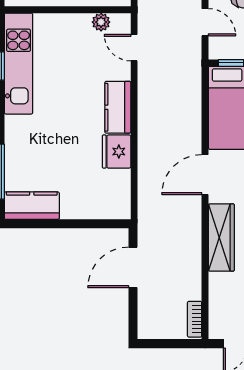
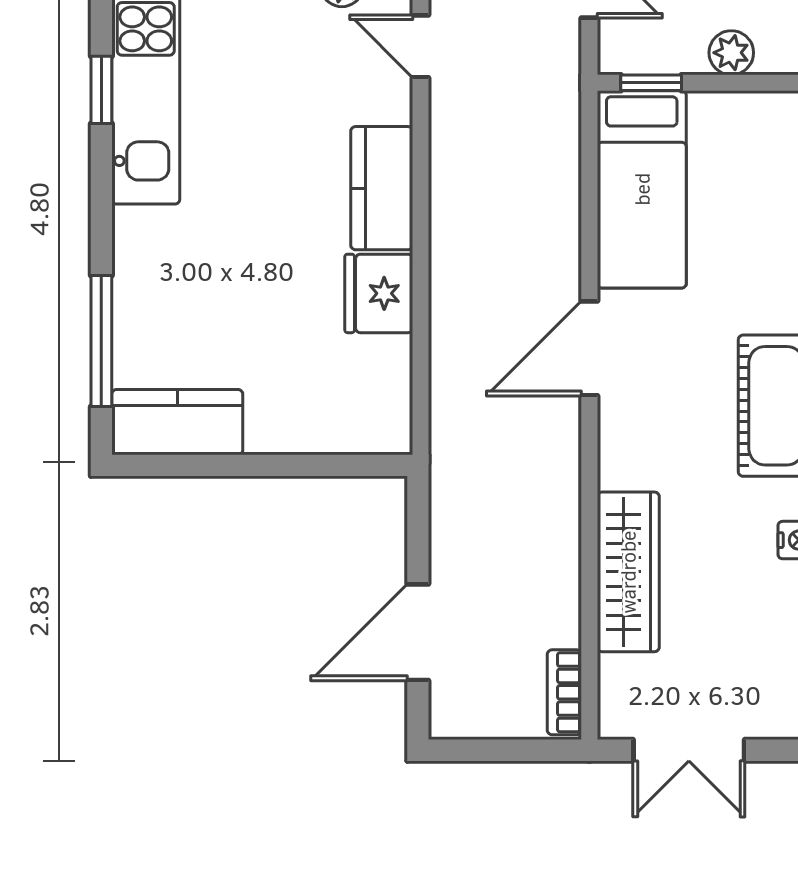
wardrobe: (221, 238) -> (628, 572), moved
door: (133, 267) -> (418, 632), moved

